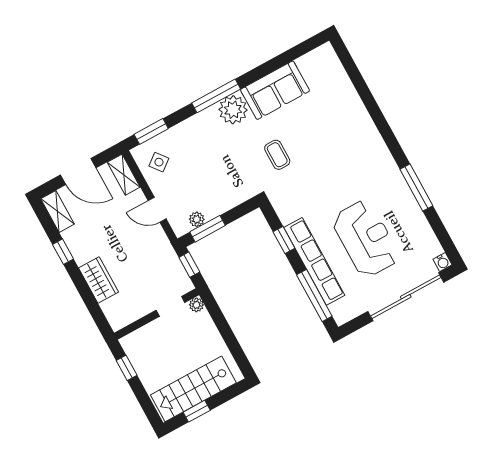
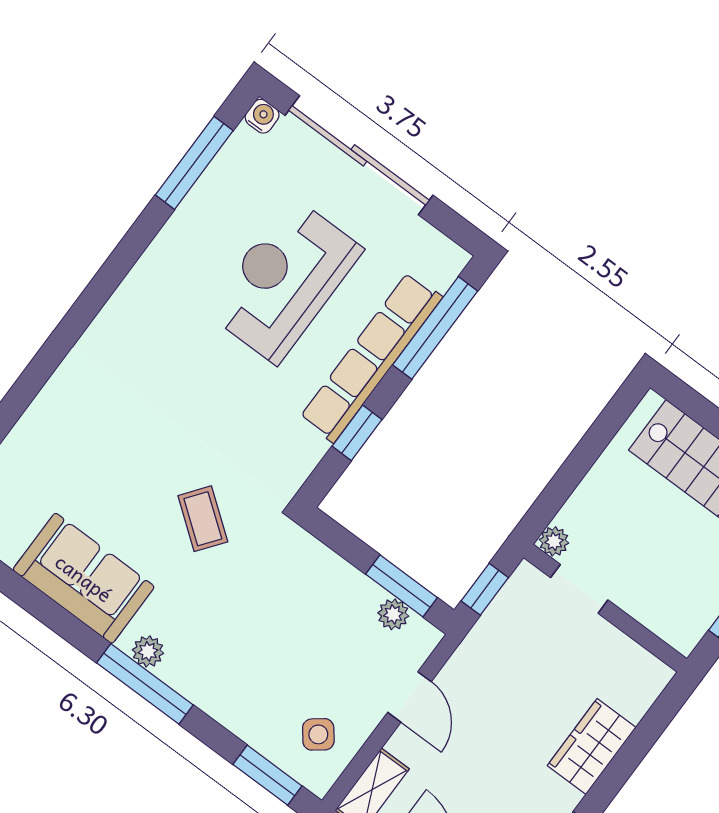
plant: (233, 110) -> (148, 651), width x0.53, depth x0.53
coffee table: (277, 155) -> (203, 519), turned -53
window: (416, 188) -> (194, 163), moved

